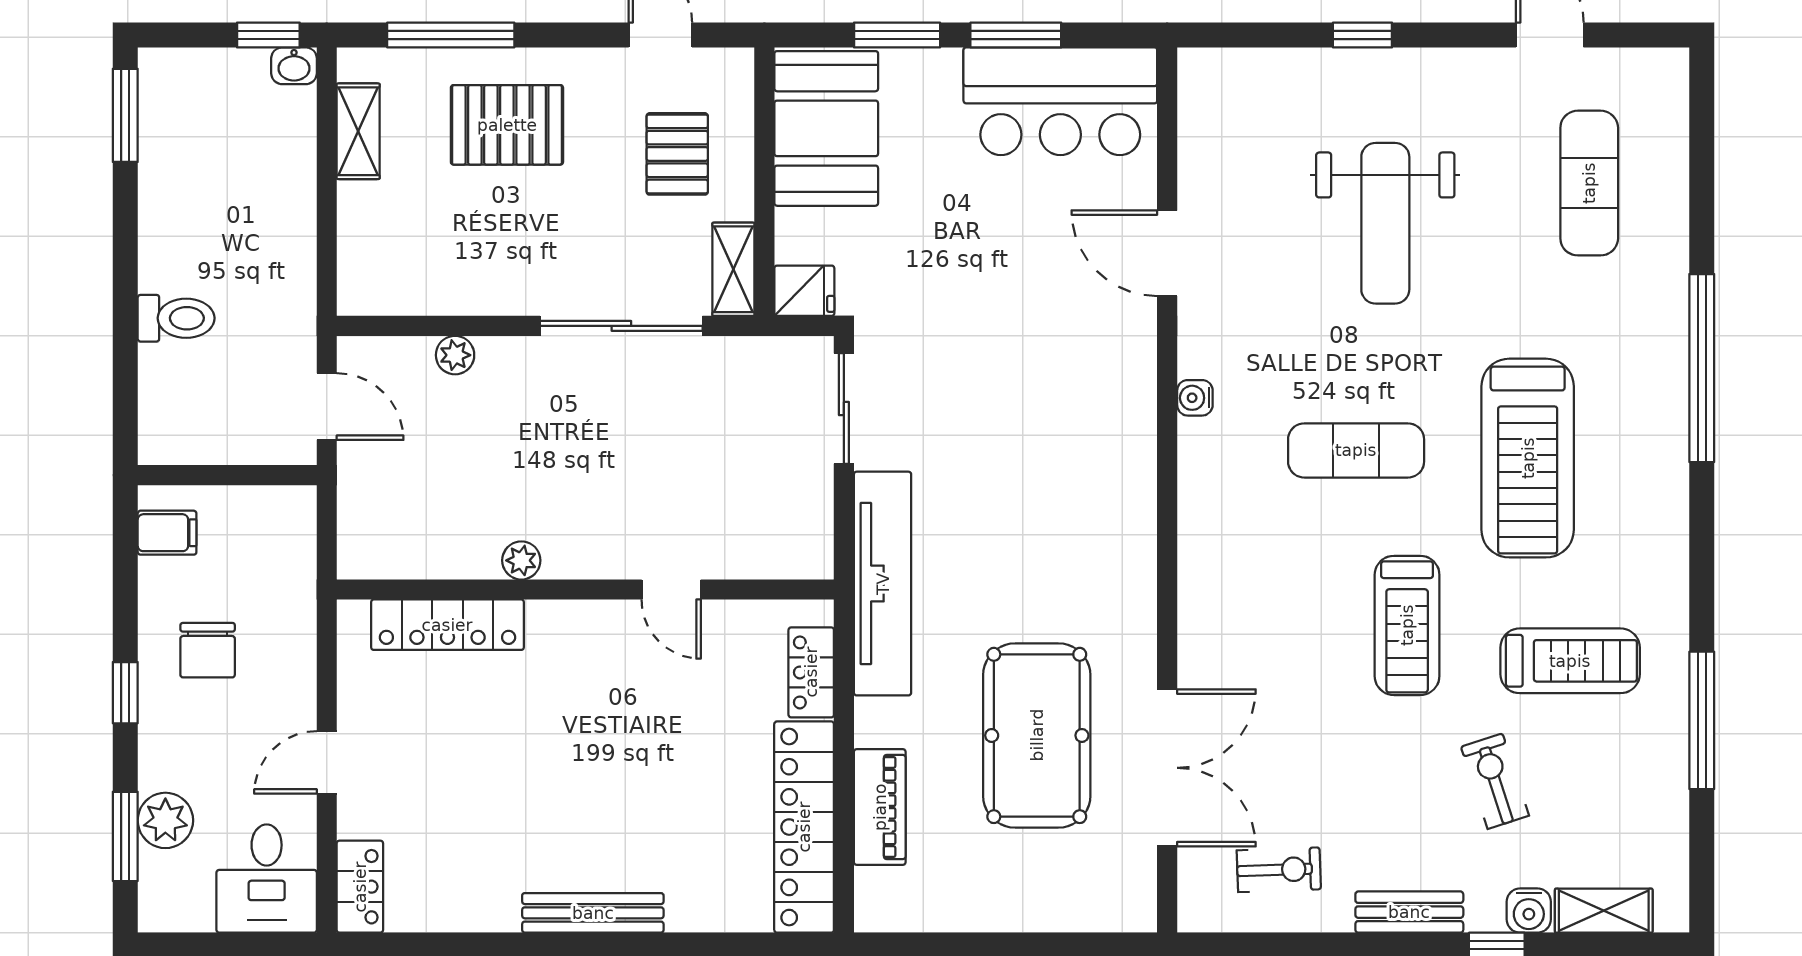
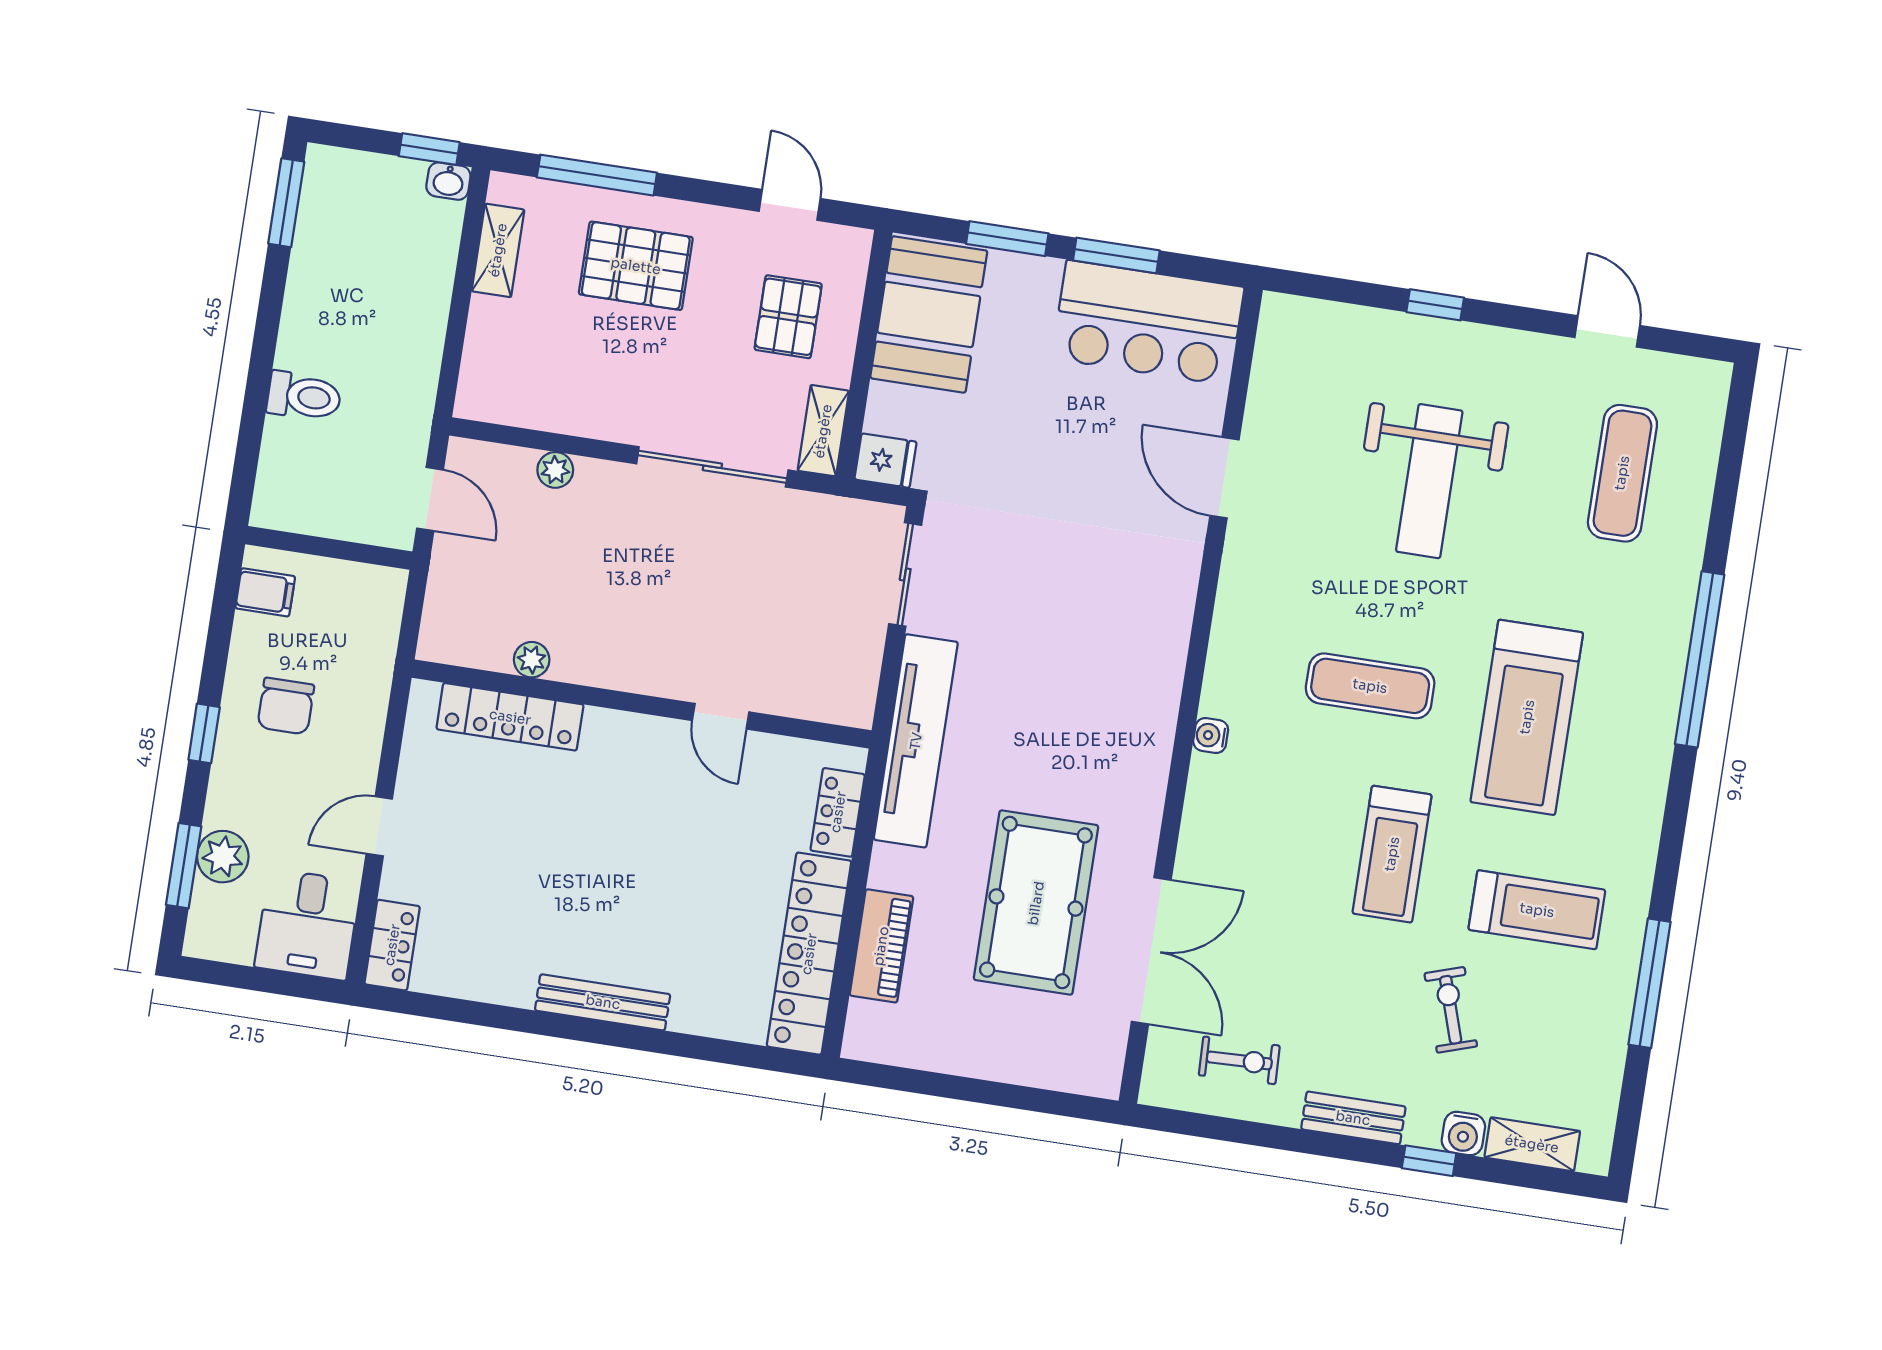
water cooler: (1195, 398) -> (1211, 736), moved
plant: (521, 560) -> (532, 660), moved

